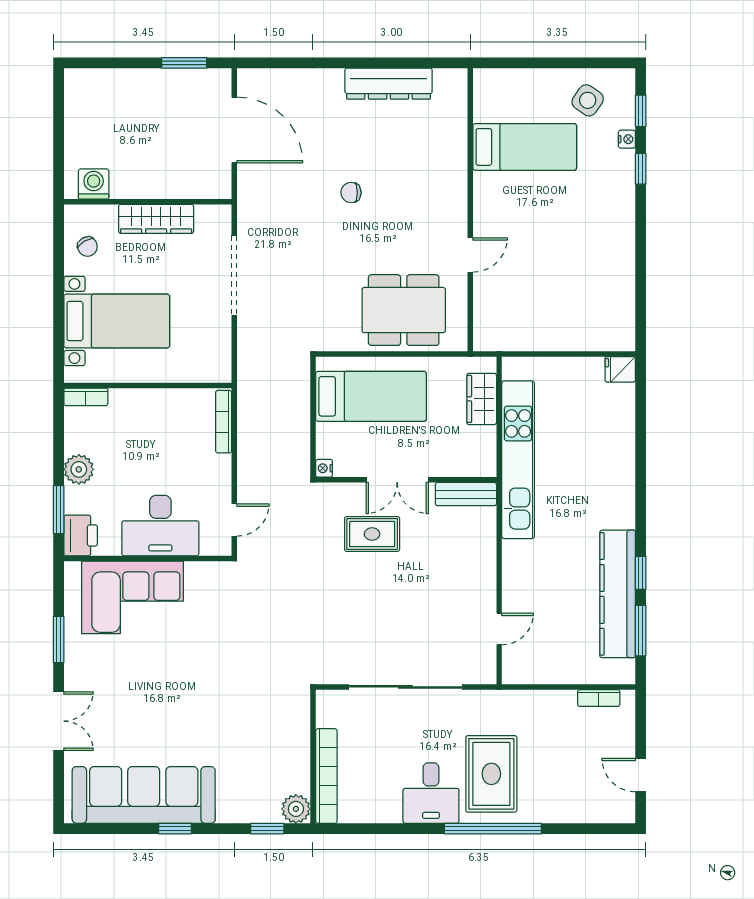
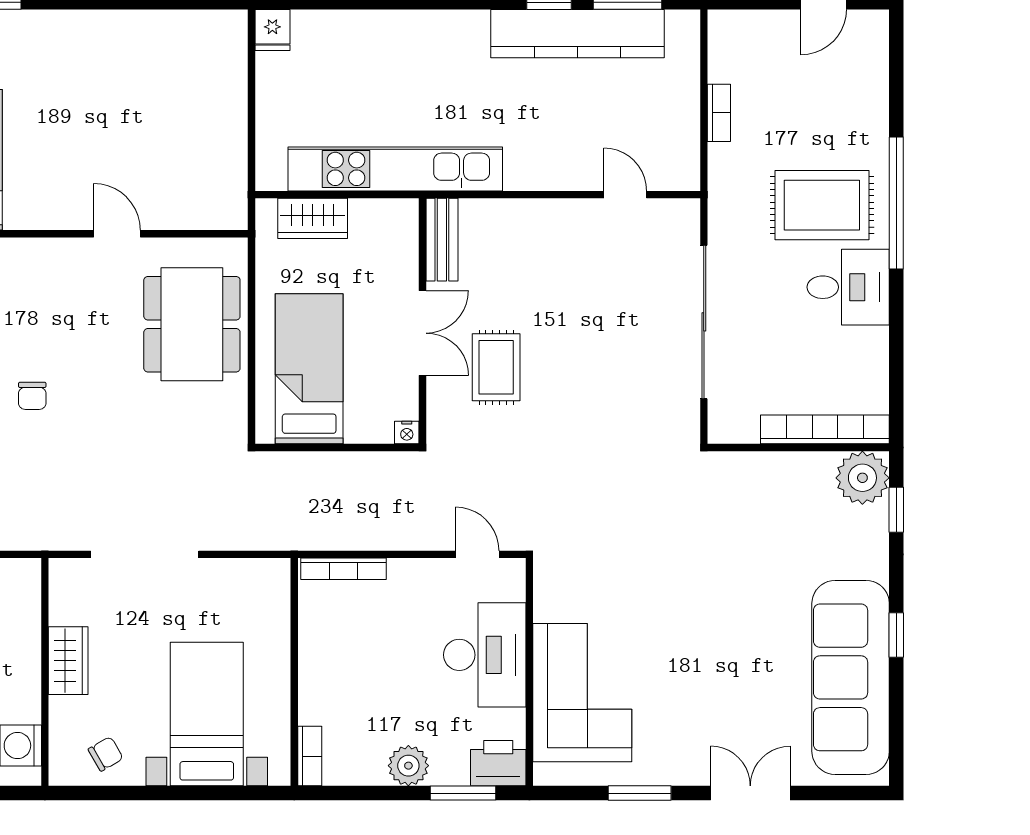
wardrobe: (156, 219) -> (68, 661), width x0.67
bookcase: (599, 698) -> (719, 113), moved
plant: (296, 809) -> (862, 478), width x1.36, depth x1.36

